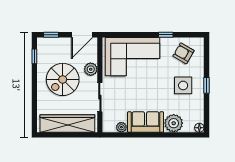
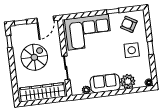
plant: (91, 69) -> (56, 46), removed
spiral stairs: (63, 79) -> (34, 57), turned 180

